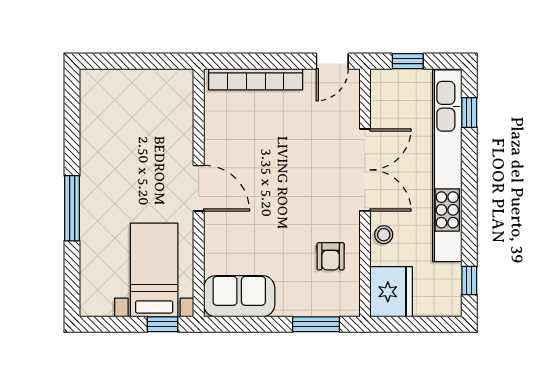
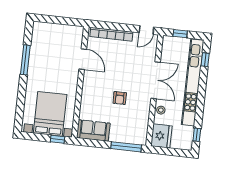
door: (199, 188) -> (83, 59), moved
window: (72, 208) -> (25, 60), moved
armchair: (331, 256) -> (120, 98), moved
bed with nightstands: (154, 270) -> (50, 114), width x1.36
window: (316, 324) -> (126, 147), width x1.44

